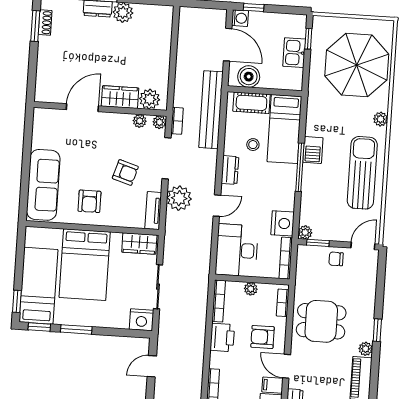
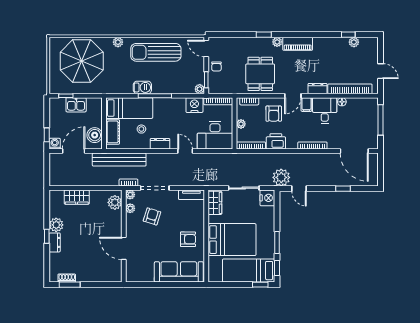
wardrobe: (120, 97) -> (77, 197), moved, turned -90
armchair: (125, 172) -> (152, 216), moved
plant: (179, 198) -> (281, 177), moved

